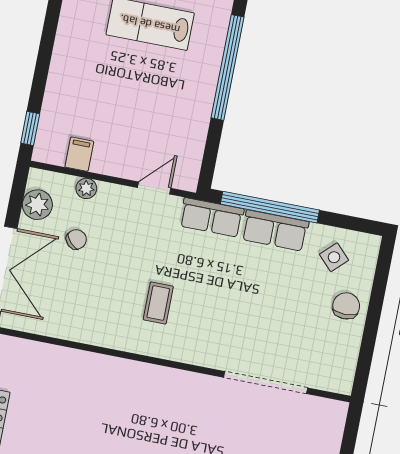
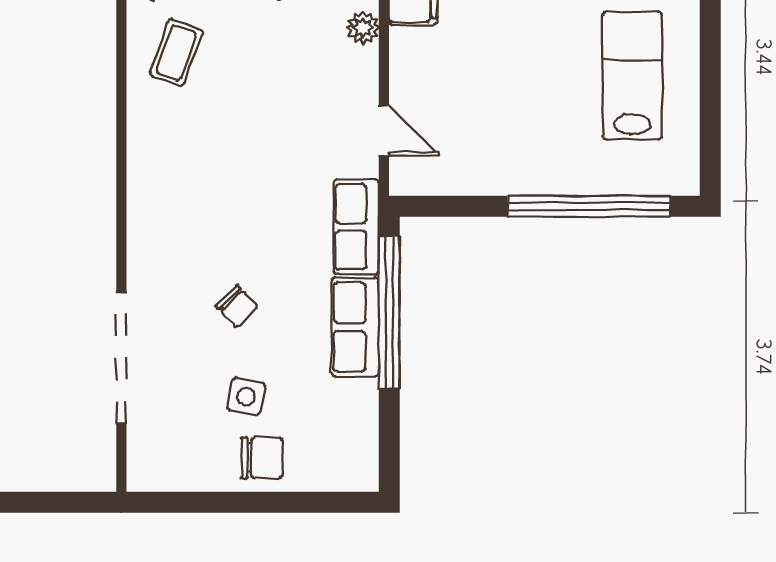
chair: (76, 239) -> (237, 307), moved
side table: (334, 257) -> (246, 397), moved, turned -35
coffee table: (158, 303) -> (176, 53), moved, turned -70

